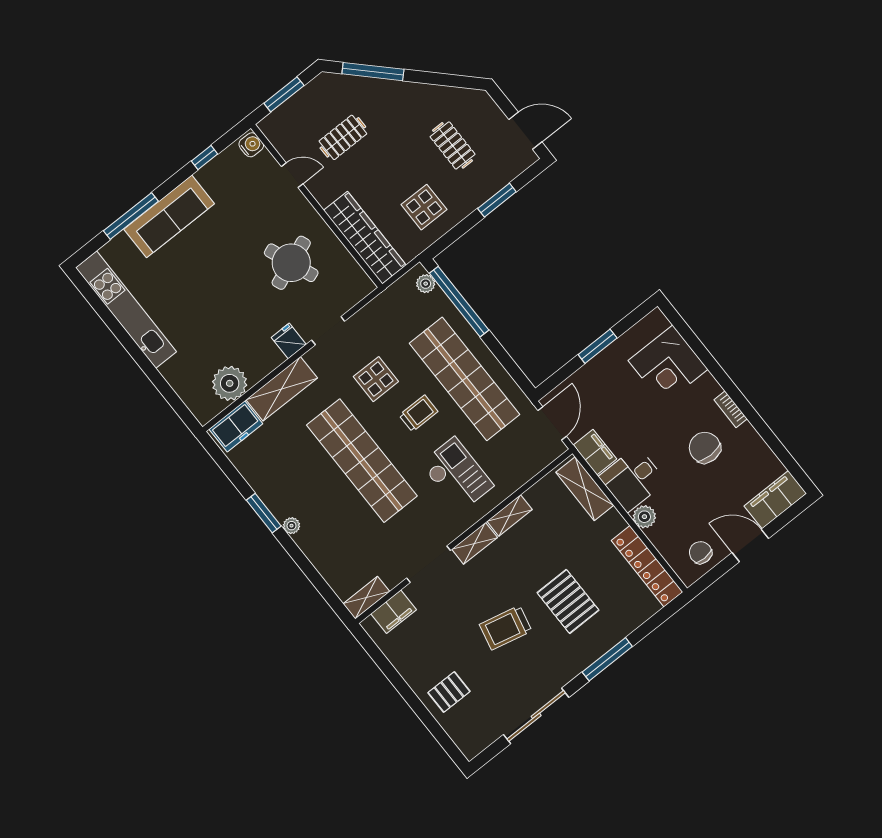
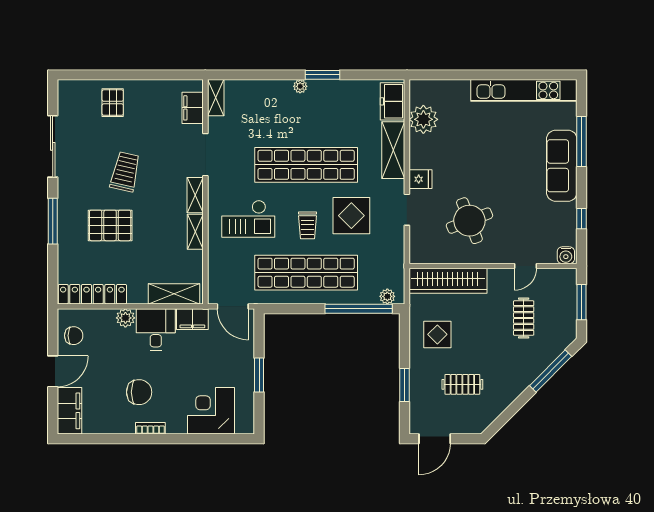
display table: (376, 379) -> (351, 216), width x1.36, depth x1.36

